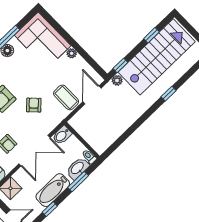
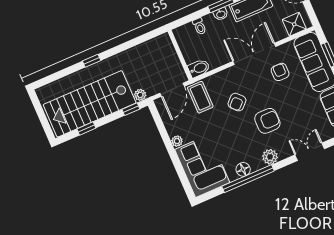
bidet: (62, 135) -> (199, 68), moved
wall: (82, 140) -> (180, 55), moved
washbasin: (78, 168) -> (221, 14), width x0.52, depth x0.69

